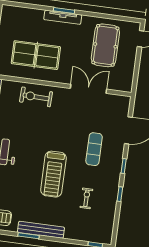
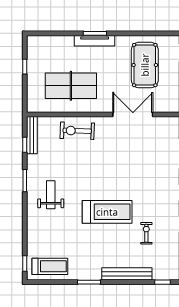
exercise mat: (94, 149) -> (148, 179), removed
treadmill: (53, 174) -> (107, 212), turned -90
bench: (41, 230) -> (127, 274), moved

